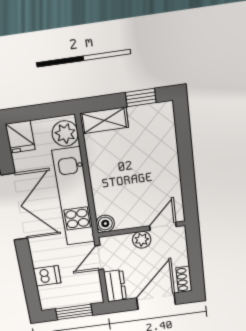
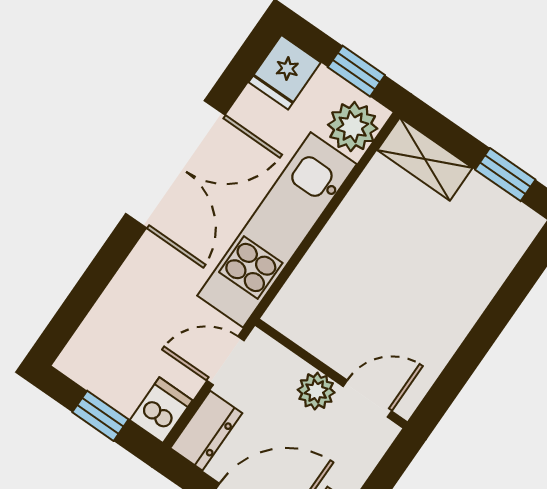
window: (46, 111) -> (356, 71), added
boiler: (105, 224) -> (285, 314), removed
dishwasher: (47, 276) -> (161, 410), moved, turned -90
window: (74, 312) -> (100, 416), width x0.67

